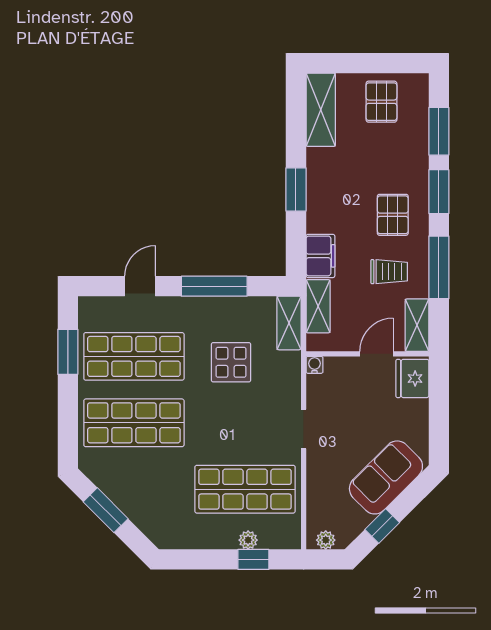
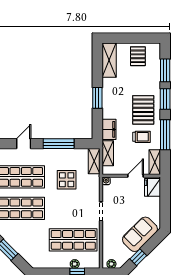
pallet: (393, 215) -> (143, 110), width x1.50, depth x1.42

